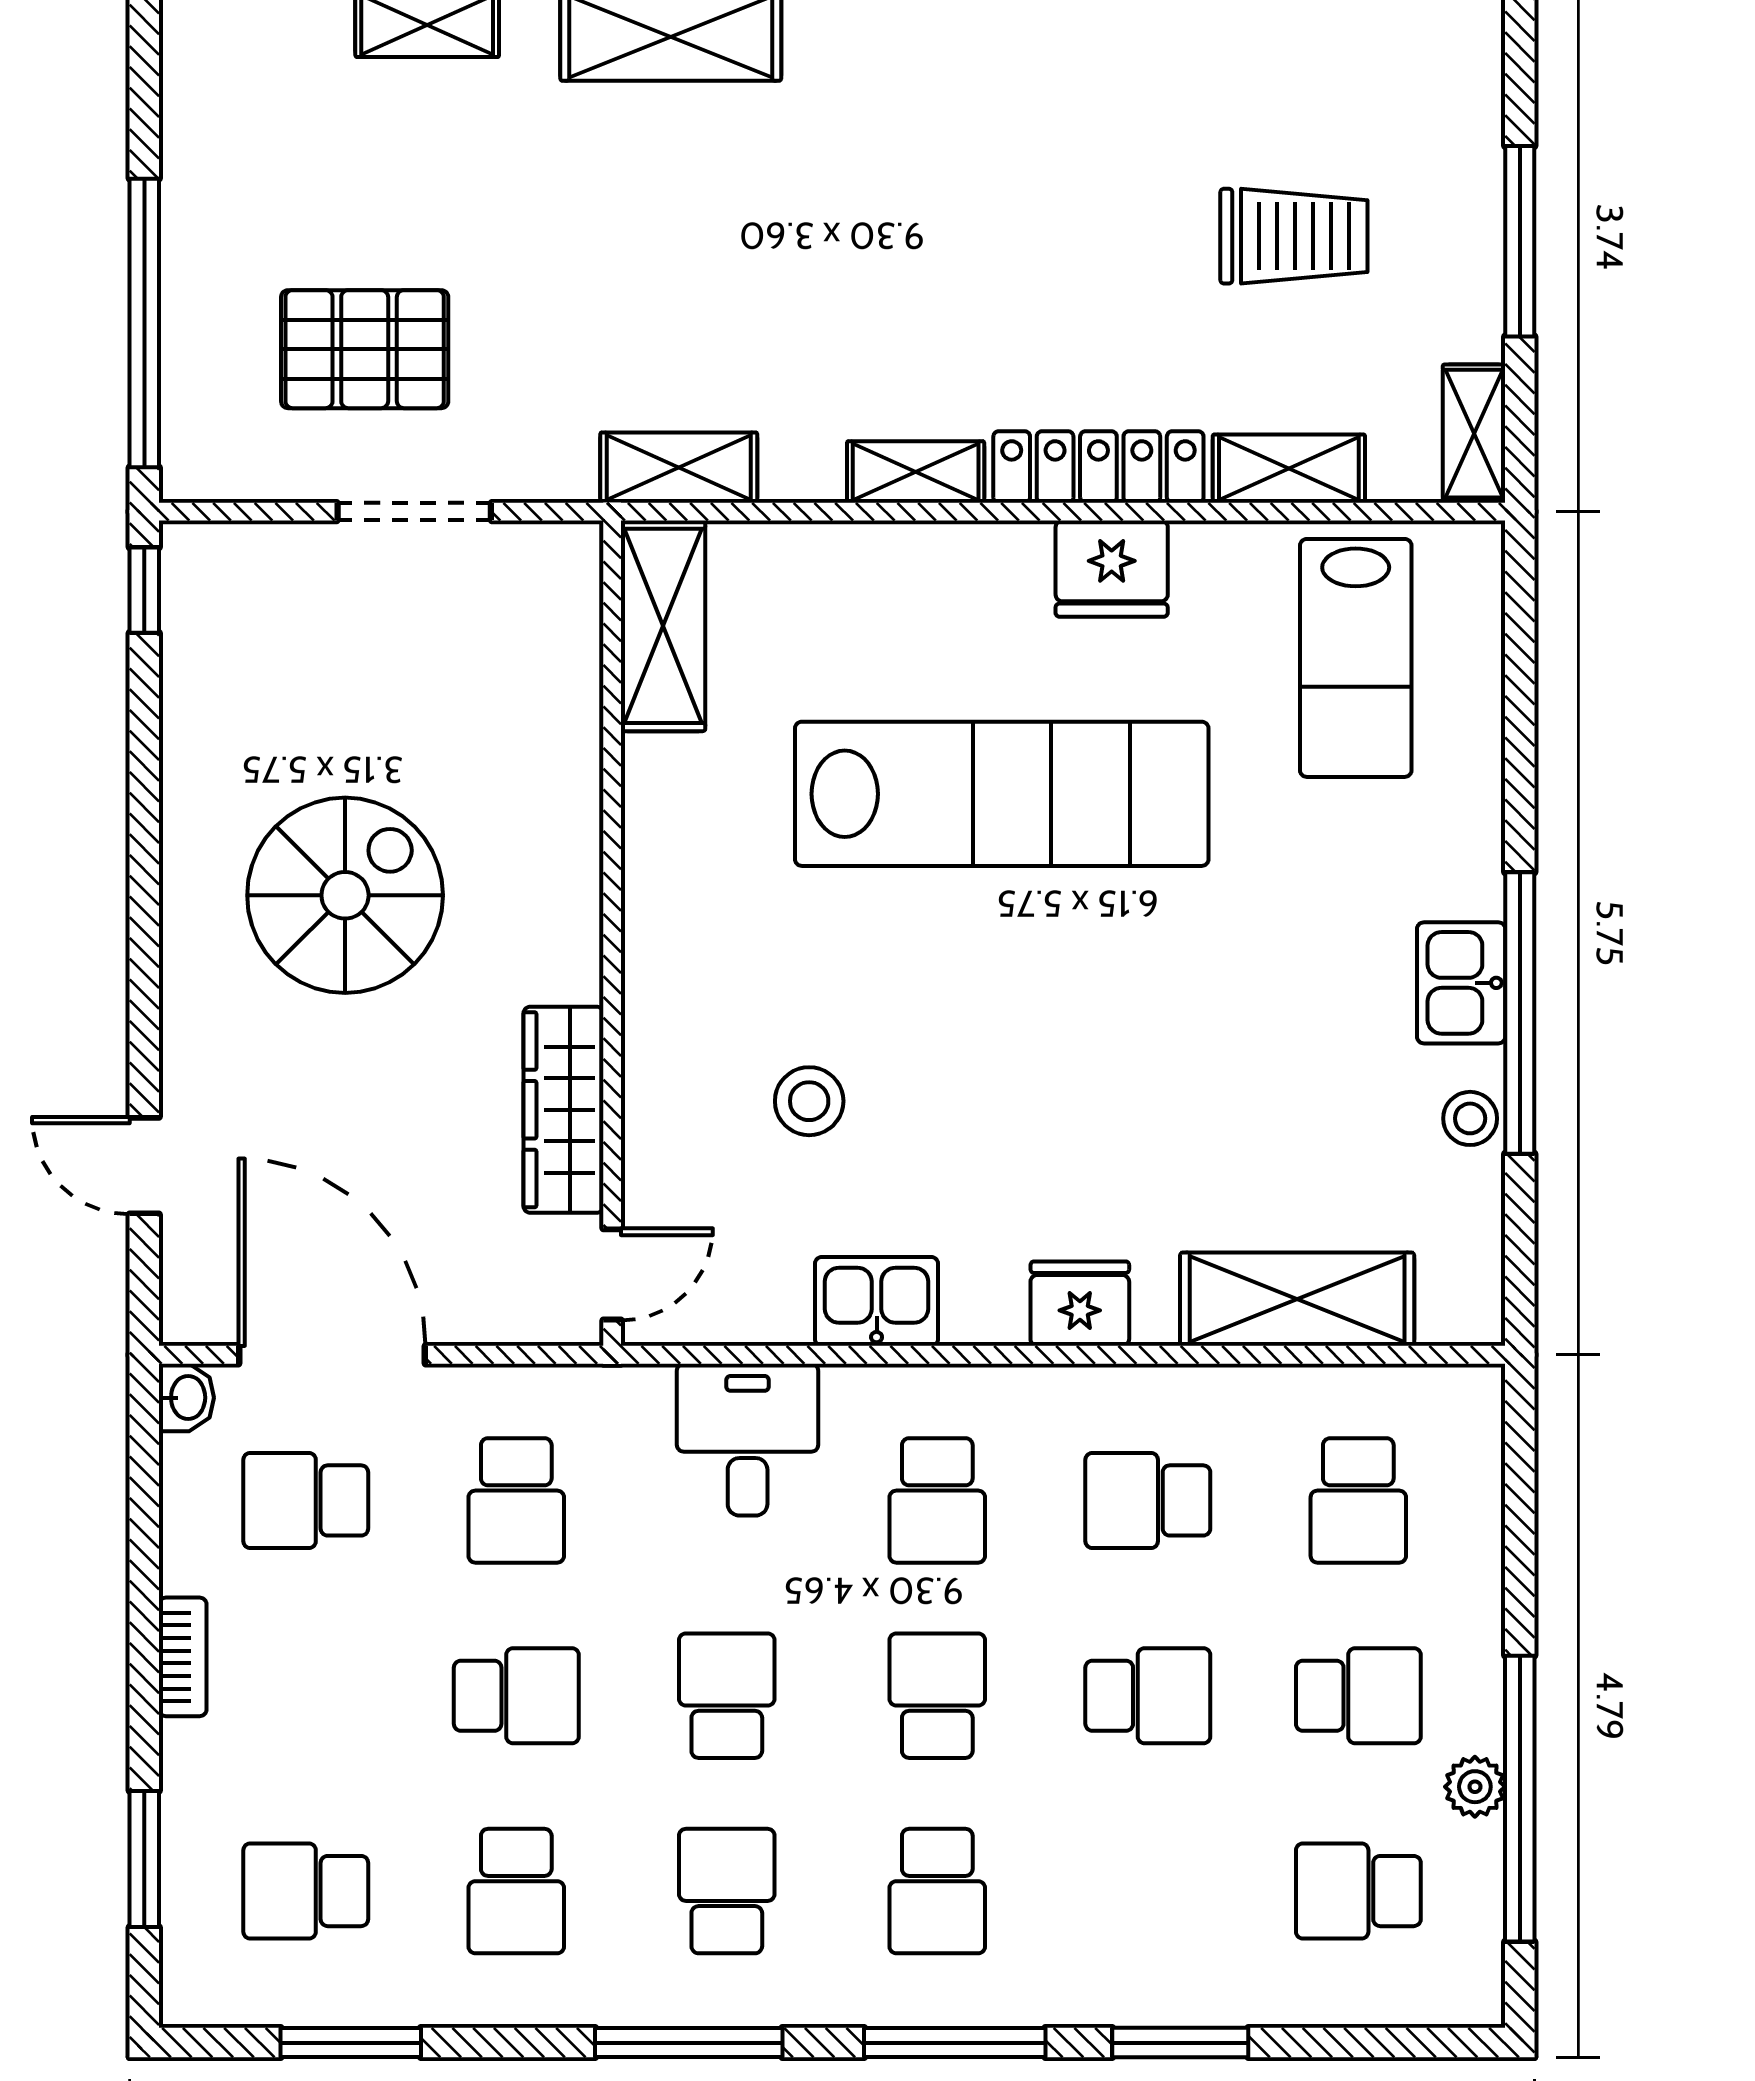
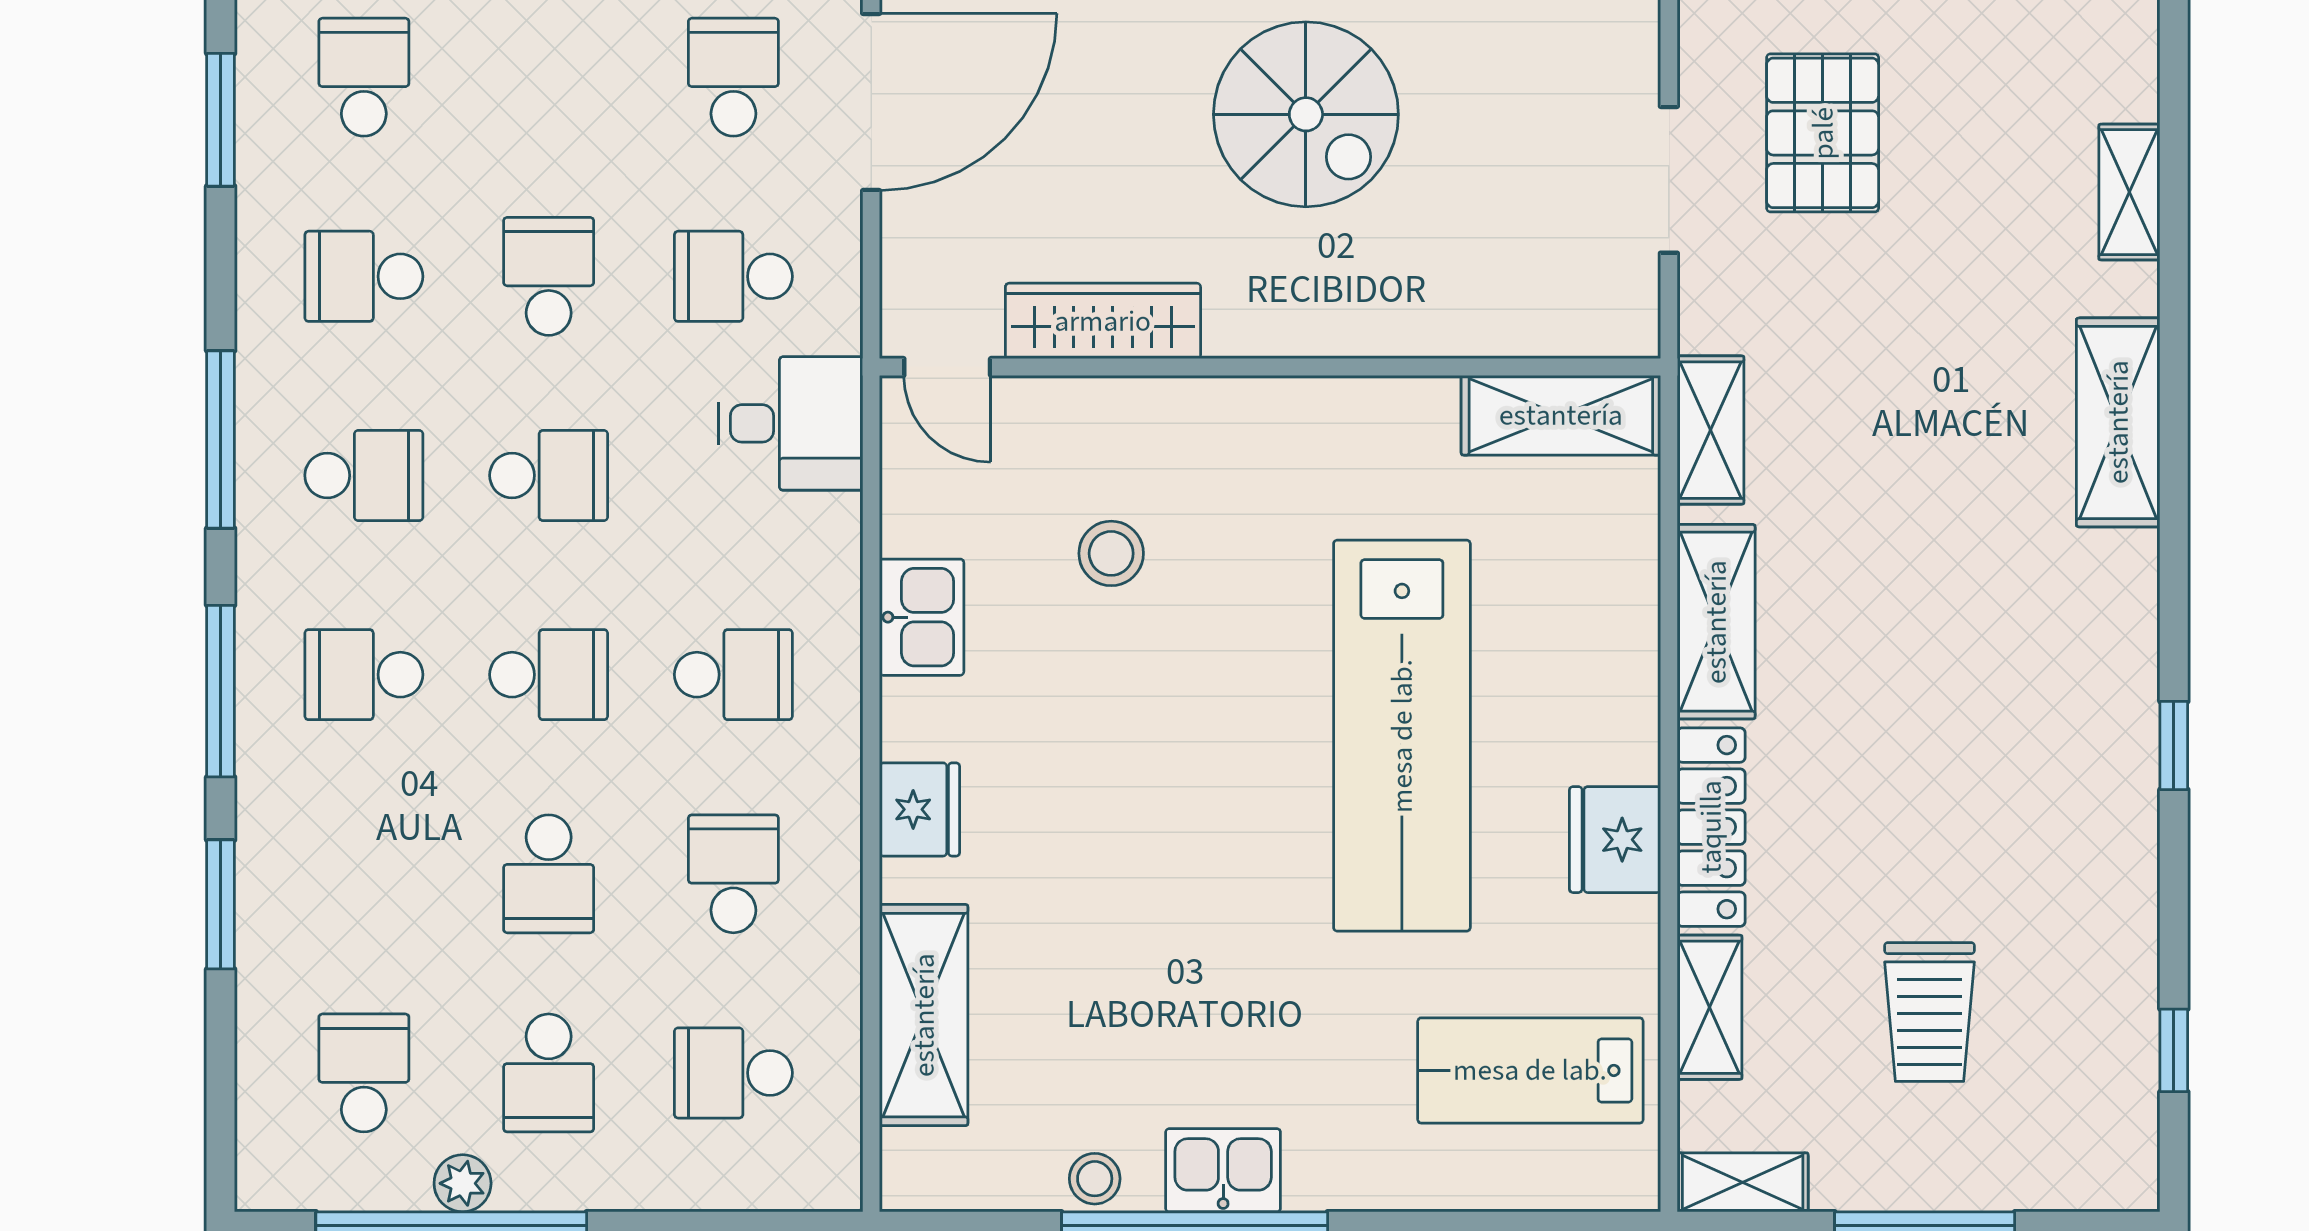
shelving: (916, 472) -> (1716, 622), width x1.50, depth x1.33
desk: (748, 1440) -> (791, 423), moved
school desk: (937, 1500) -> (733, 675), turned 180
school desk: (516, 1696) -> (549, 276), turned 180

